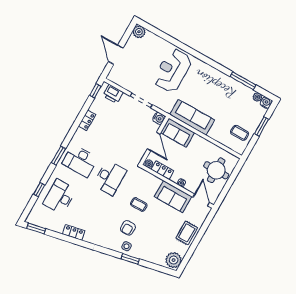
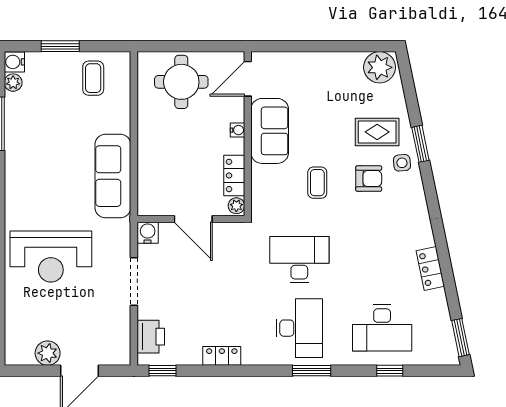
plant: (139, 32) -> (48, 353), moved
sofa: (177, 133) -> (154, 186), removed
door: (154, 142) -> (193, 219), swing flipped
rug: (187, 233) -> (377, 132), moved

